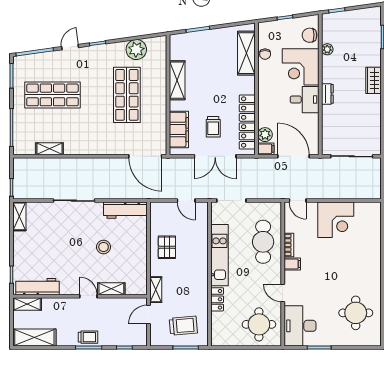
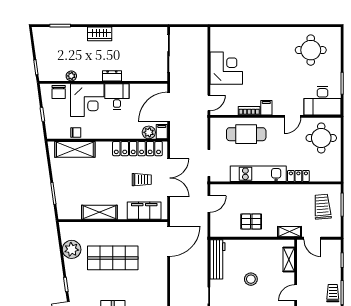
shelving: (111, 289) -> (289, 260), moved

